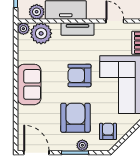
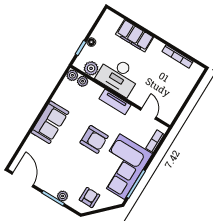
plant: (41, 33) -> (83, 81), width x0.53, depth x0.53
armchair: (79, 75) -> (94, 139), turned 180
armchair: (75, 118) -> (70, 171), removed

